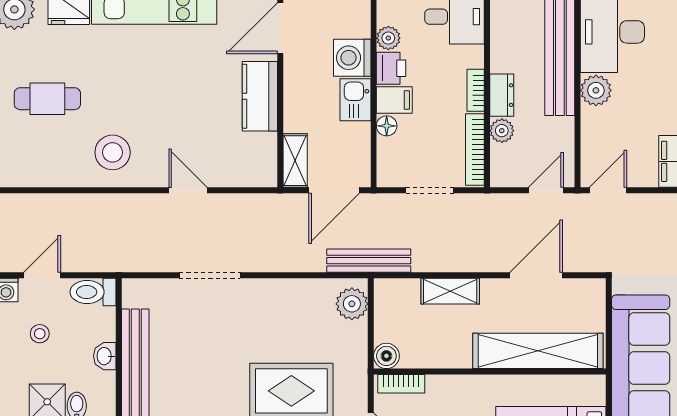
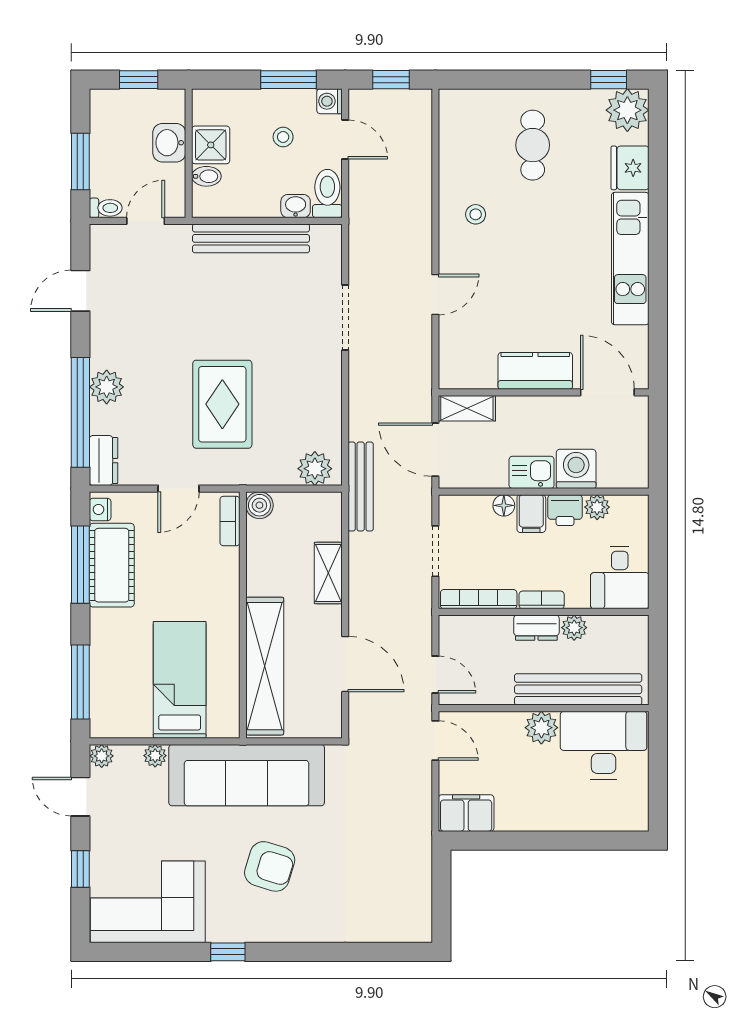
plant: (502, 131) -> (574, 628), moved
stool: (113, 152) -> (476, 214), width x0.53, depth x0.53
washbasin: (105, 356) -> (296, 206), moved

